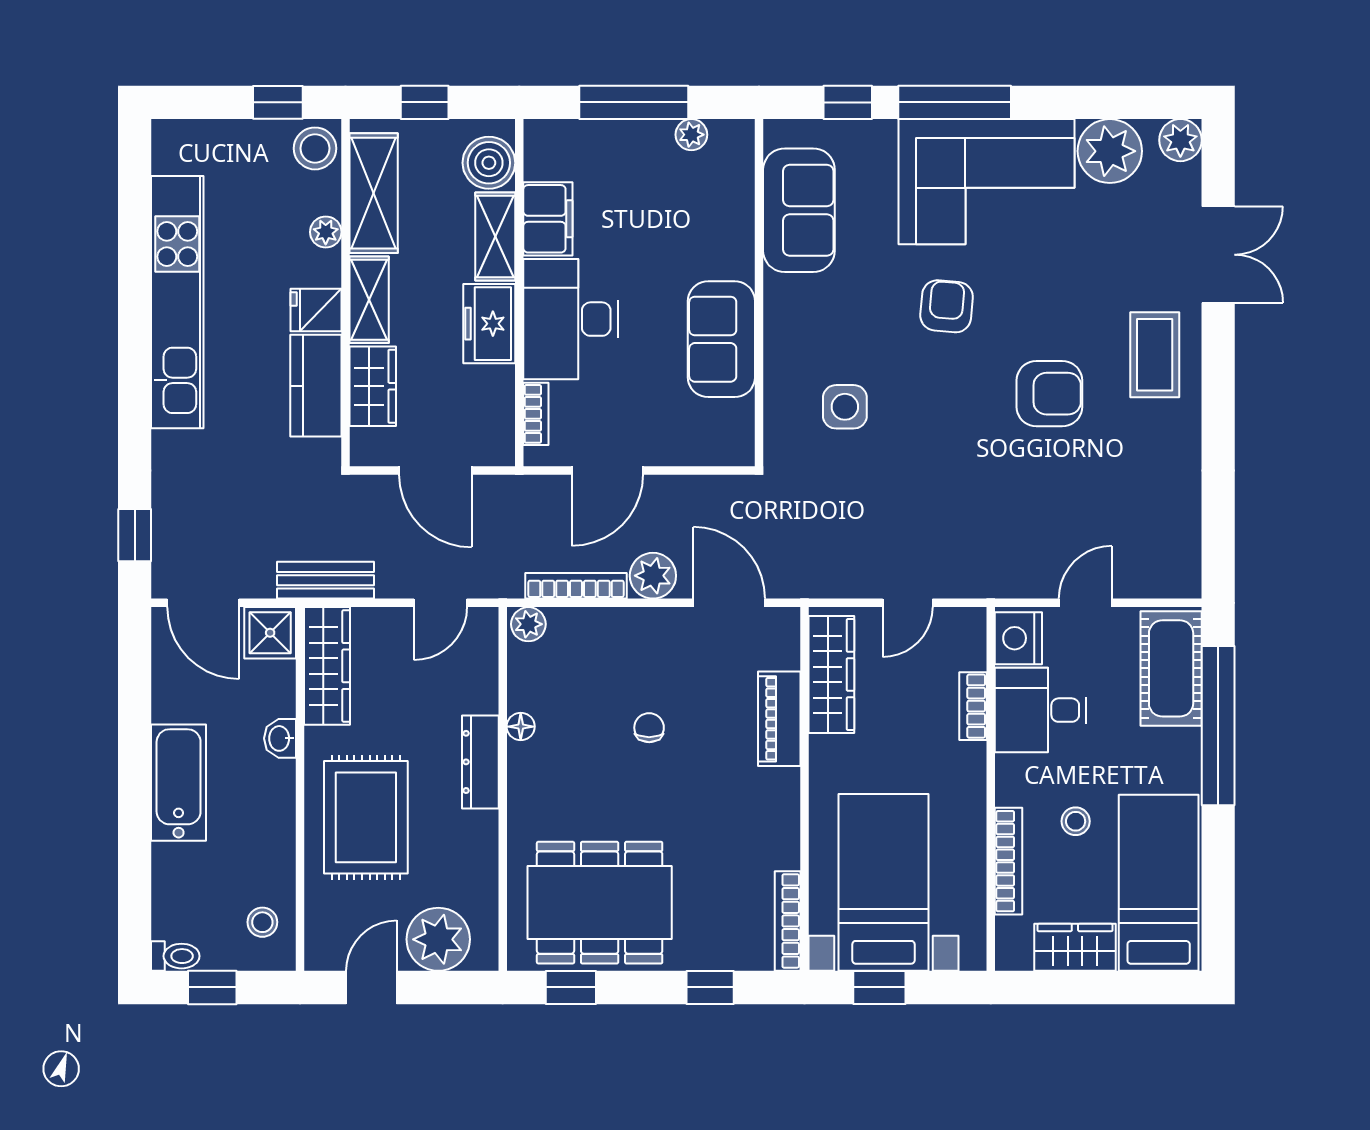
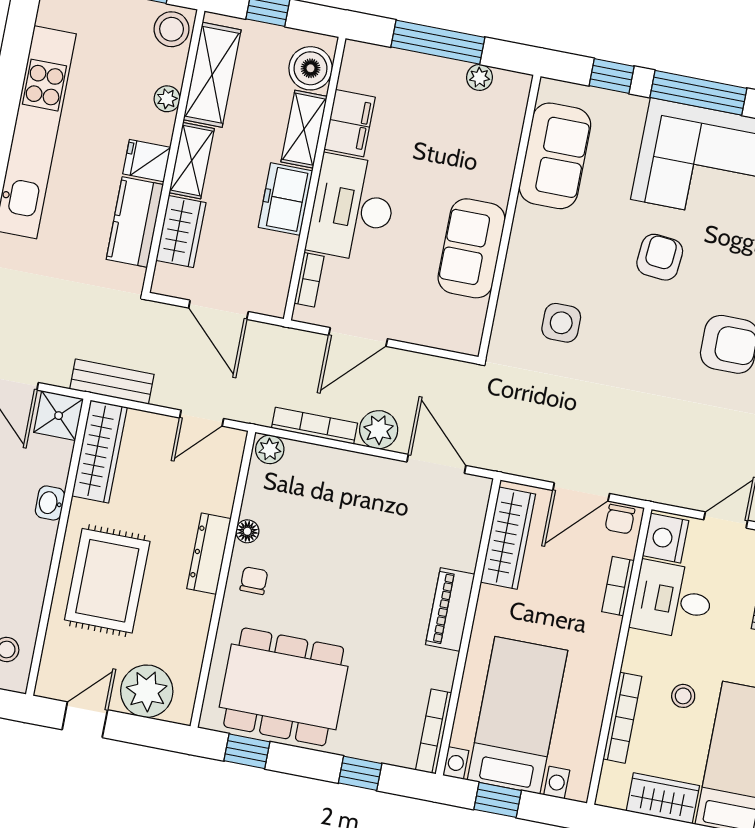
door: (908, 603) -> (581, 492), width x1.38
chair: (960, 626) -> (620, 519), added
piano: (779, 719) -> (450, 609), moved
chair: (649, 728) -> (254, 581), moved

